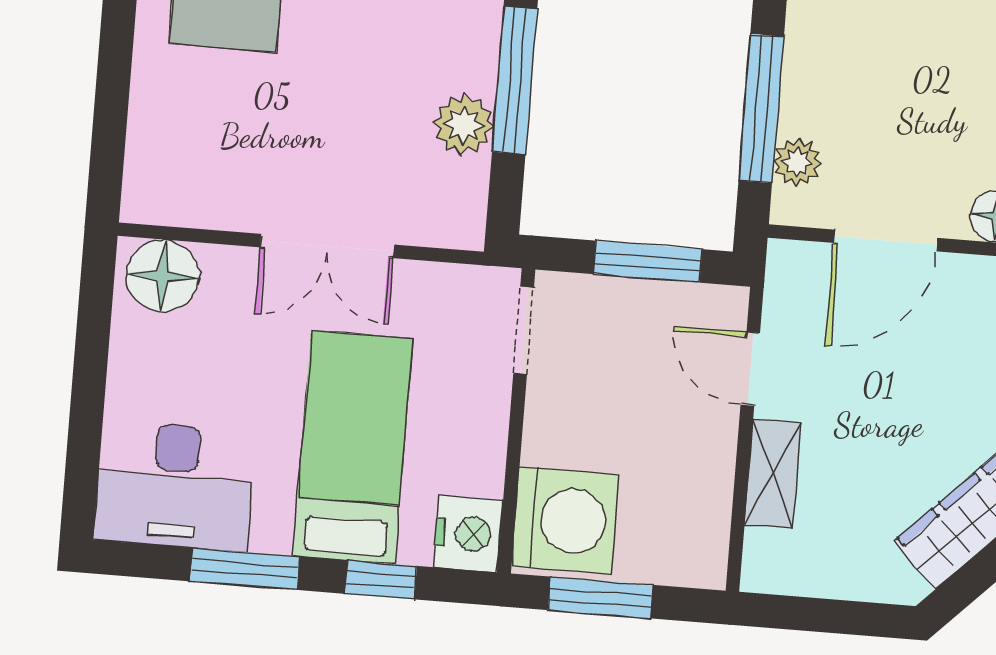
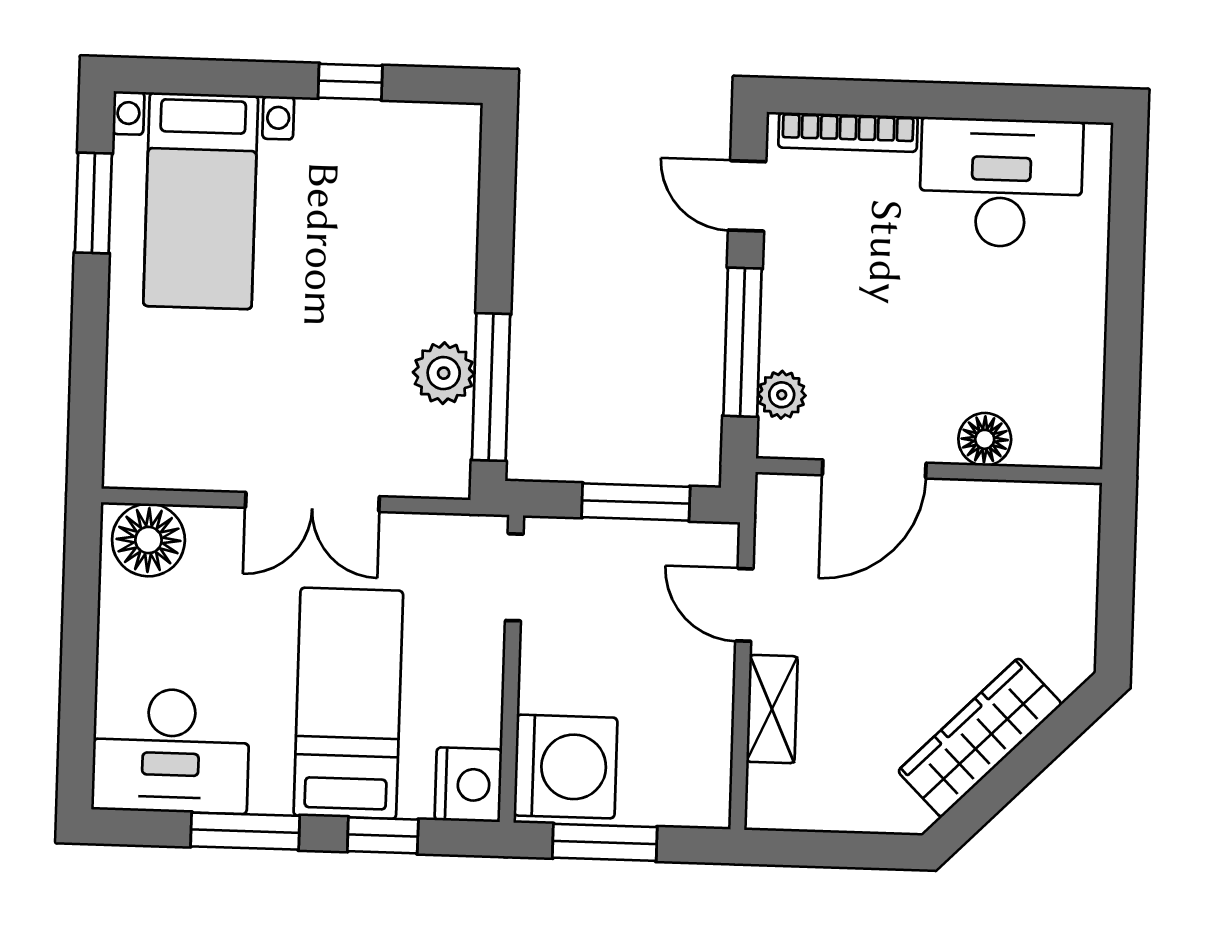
window: (515, 80) -> (491, 387), moved

